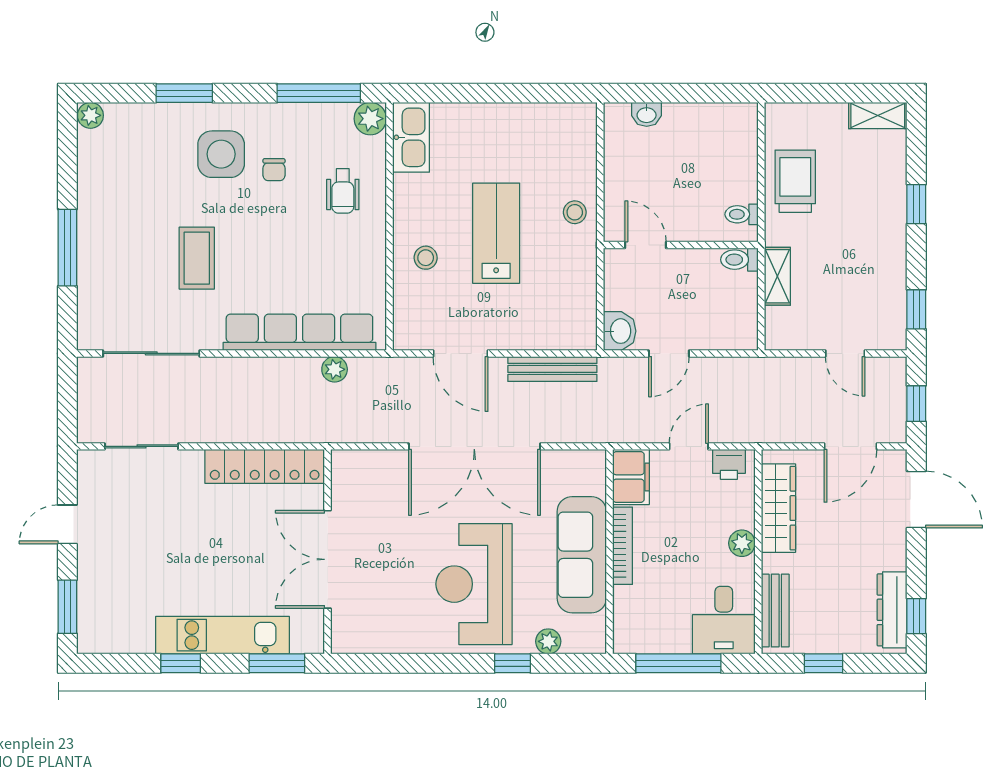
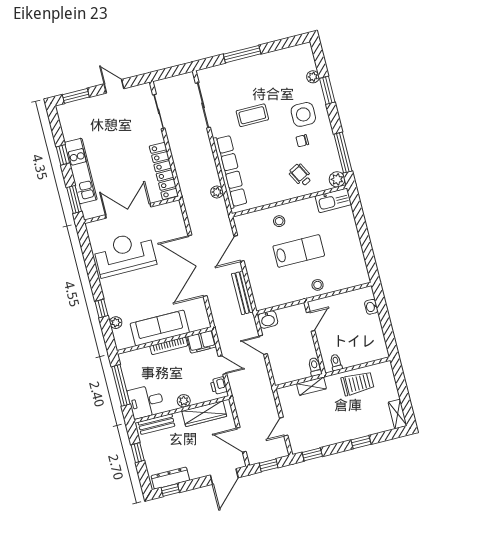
plant: (90, 115) -> (313, 77), moved
wheelchair: (343, 191) -> (300, 175), turned 62
reception desk: (474, 584) -> (125, 254), moved

